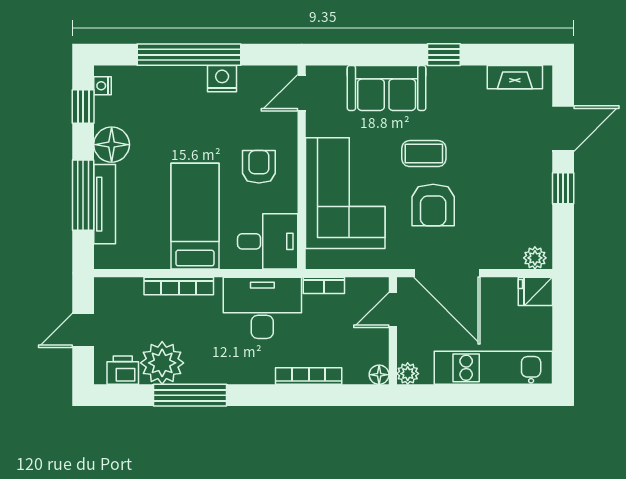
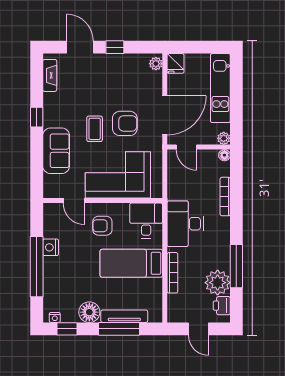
door: (302, 93) -> (74, 201), moved
bookcase: (324, 285) -> (172, 188), removed

